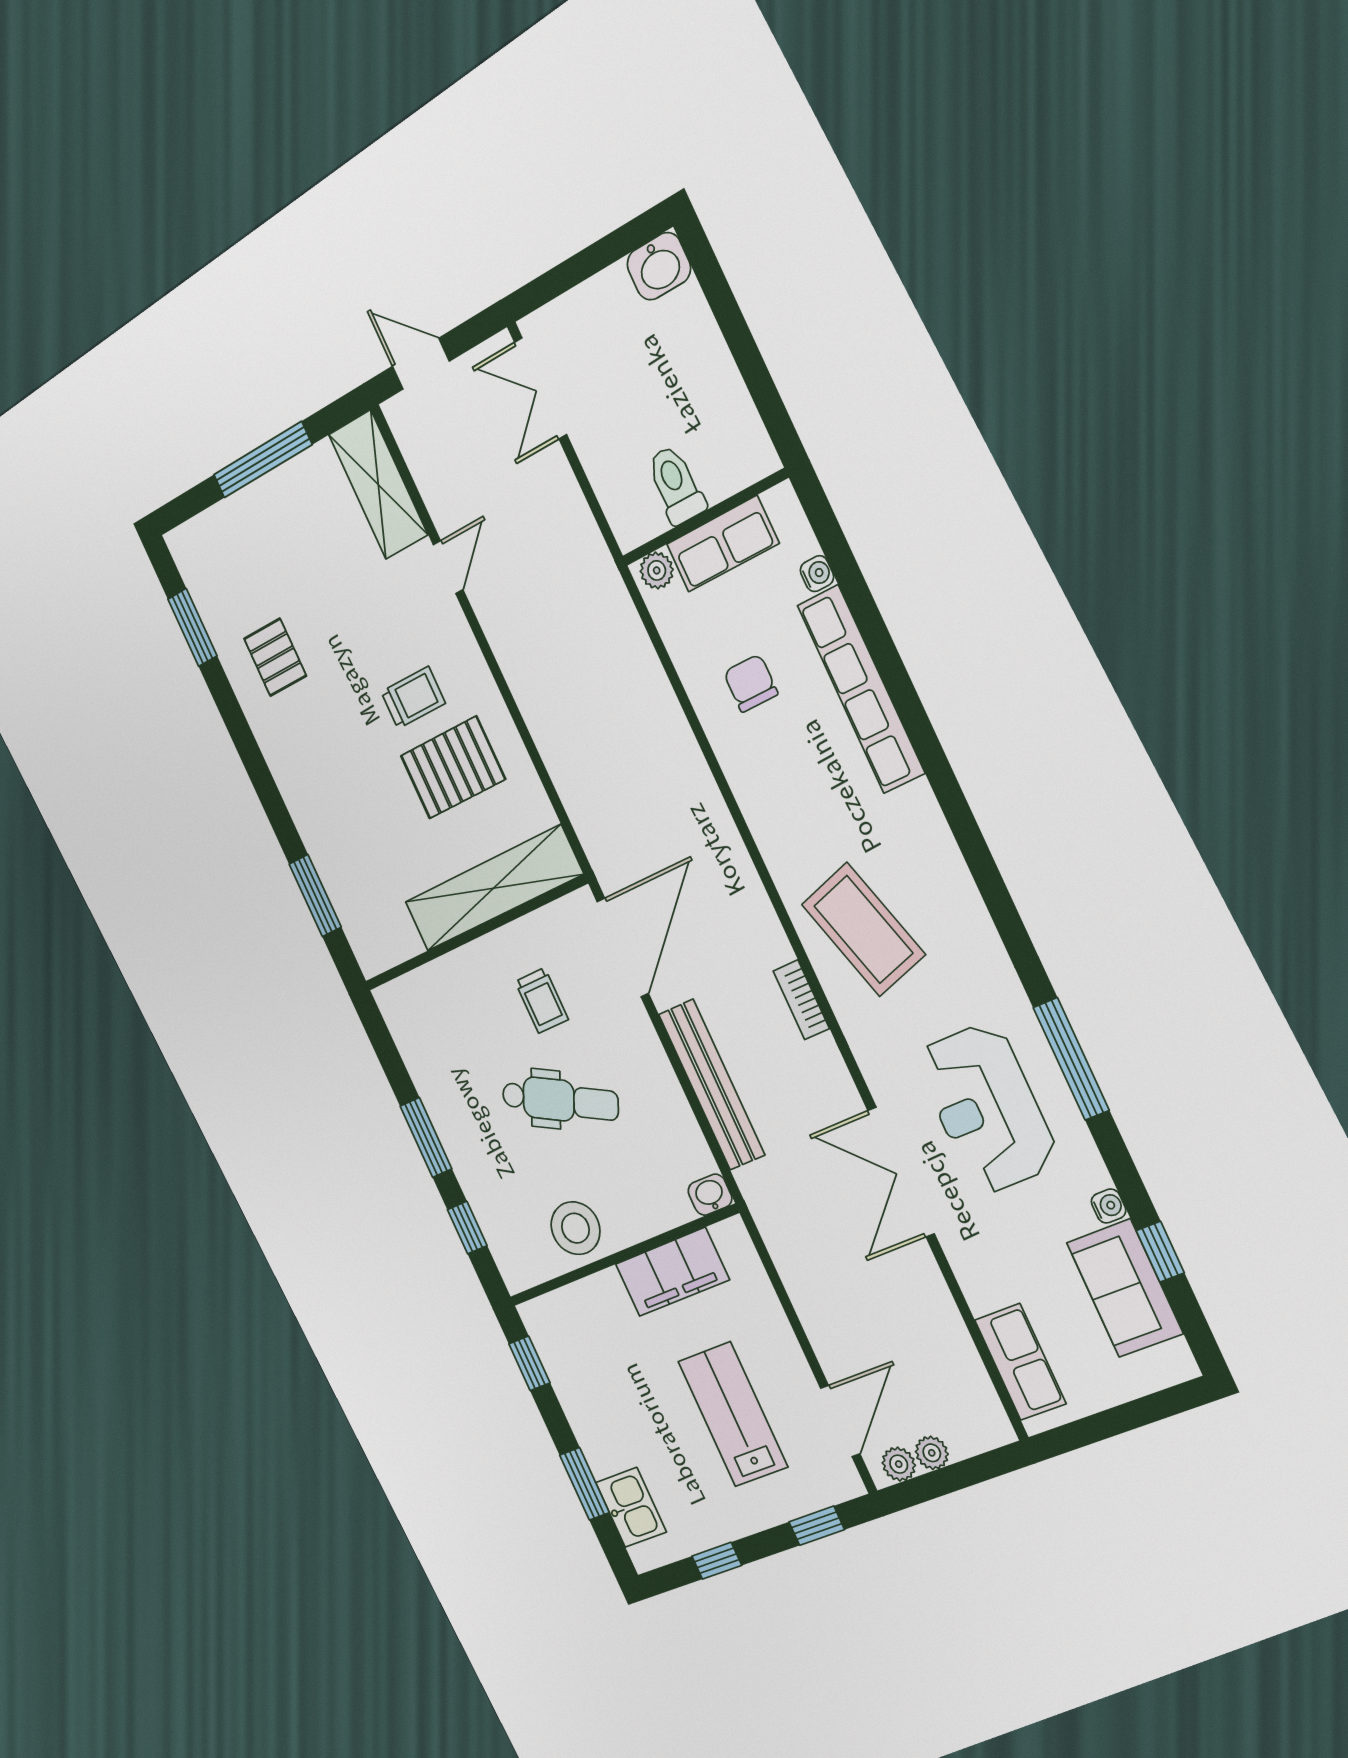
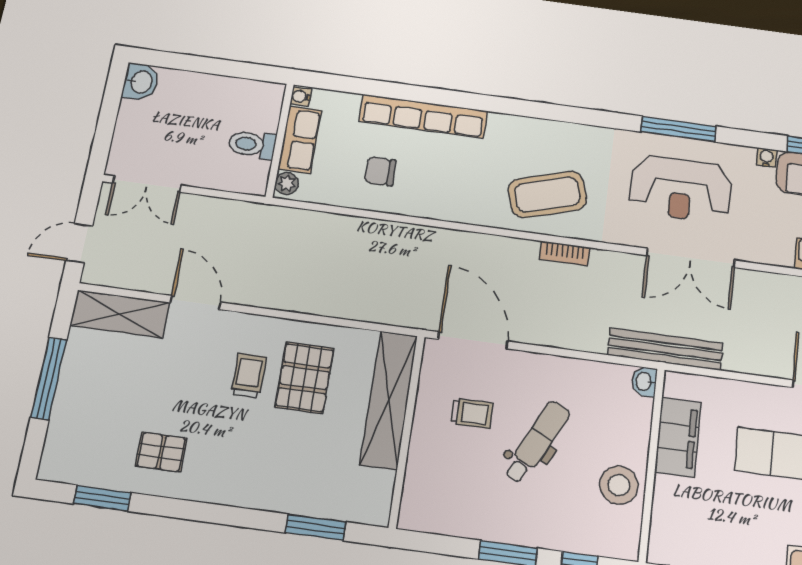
door: (448, 567) -> (195, 303), width x1.38
water cooler: (817, 574) -> (301, 97), moved, turned -90
bench: (712, 1085) -> (665, 349), moved

